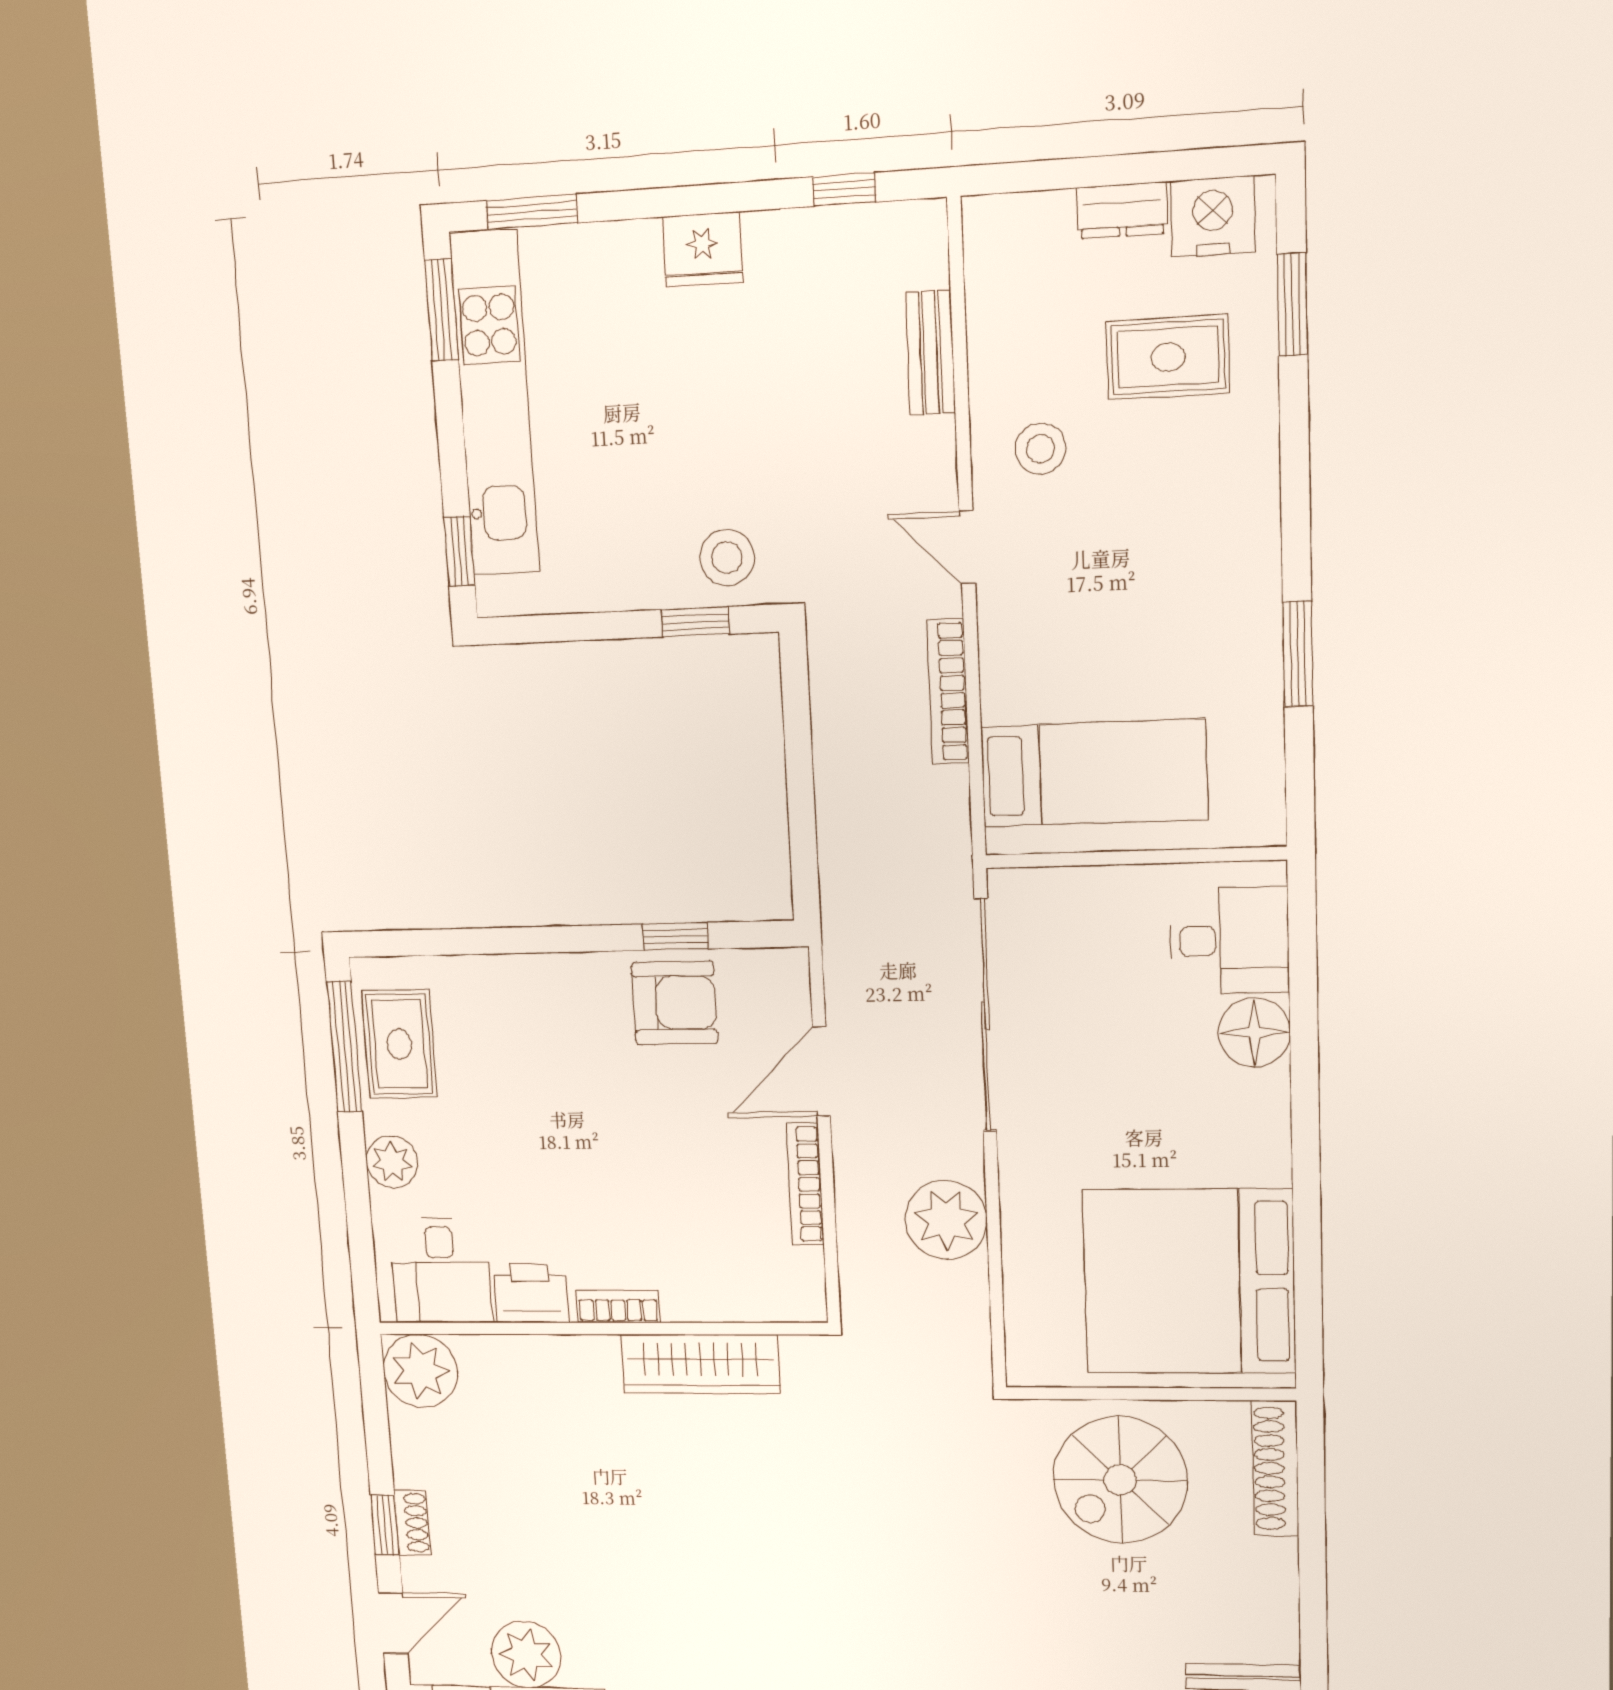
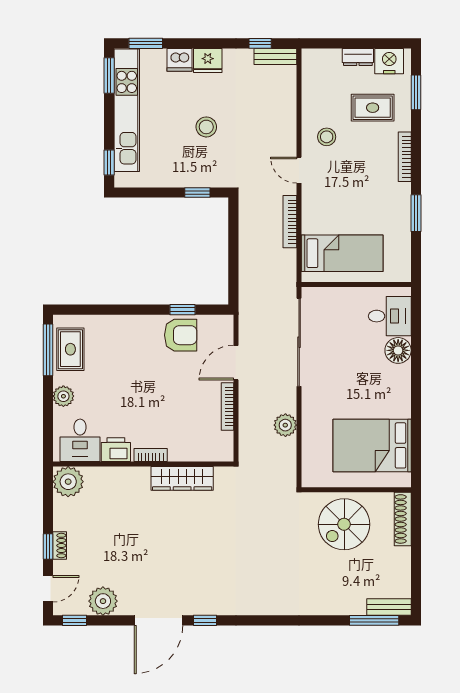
dishwasher: (626, 253) -> (180, 60), added
bench: (930, 353) -> (275, 56), moved, turned 90
bookcase: (1263, 495) -> (405, 157), added
stool: (727, 558) -> (206, 127), moved
plant: (946, 1220) -> (285, 425), width x0.73, depth x0.73
bed: (1189, 1282) -> (372, 445), width x0.73

